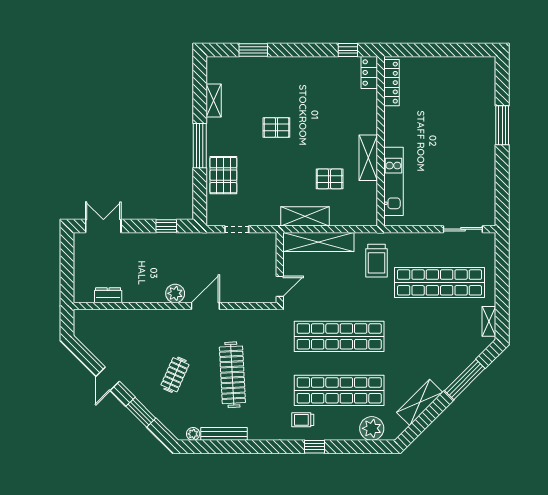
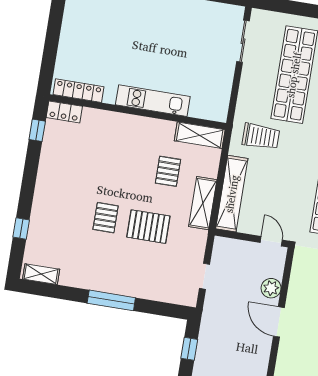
window: (253, 50) -> (21, 229), width x0.67
shelving: (214, 100) -> (41, 274), moved
shelving: (368, 158) -> (200, 135), moved
pallet: (223, 175) -> (148, 227), moved
kitchen unit: (393, 181) -> (153, 101), moved
plant: (175, 293) -> (271, 288), moved

